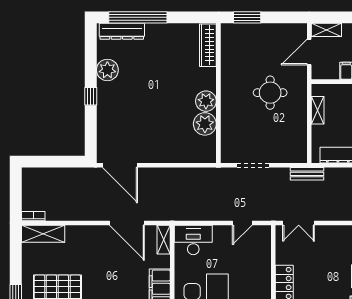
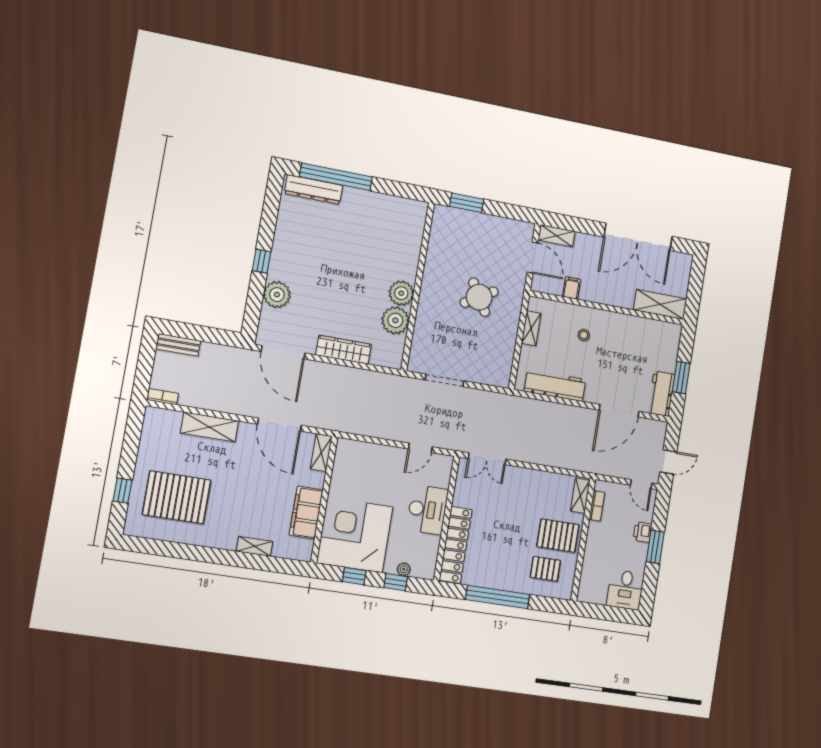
wardrobe: (208, 45) -> (344, 350), moved, turned 90
door: (309, 52) -> (533, 258), swing flipped
plant: (107, 70) -> (277, 295), moved
round table: (270, 93) -> (479, 297), turned -31
bench: (307, 174) -> (178, 345), moved
shelving: (43, 234) -> (209, 427), moved
desk: (193, 240) -> (427, 510), moved, turned 90

